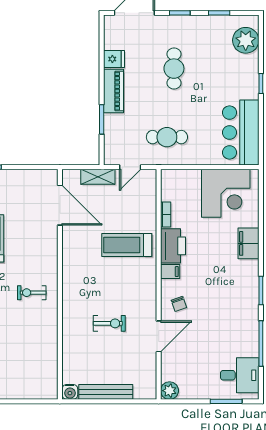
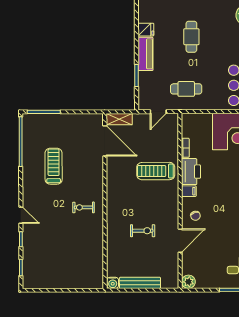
shelving: (98, 177) -> (119, 119), moved

